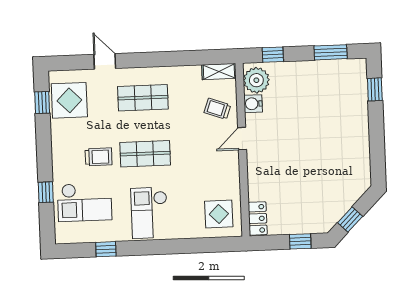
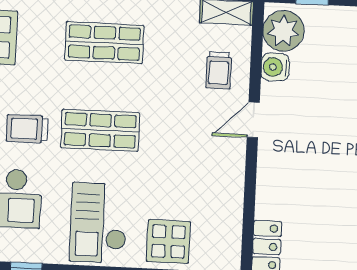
trolley: (217, 109) -> (219, 70), turned -110
trolley: (99, 157) -> (27, 129), turned 180
display table: (219, 214) -> (168, 242), moved

